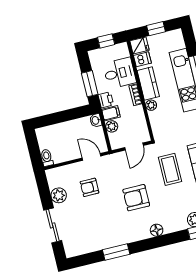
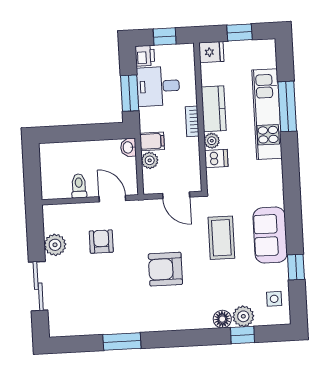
dishwasher: (142, 59) -> (216, 159), moved
desk: (120, 73) -> (158, 86), moved, turned 180
printer: (106, 100) -> (145, 56), moved
door: (134, 146) -> (176, 195), hinge flipped
toilet: (47, 158) -> (79, 186), moved
armchair: (89, 187) -> (101, 242), turned 90
floor lamp: (157, 230) -> (222, 319), moved

